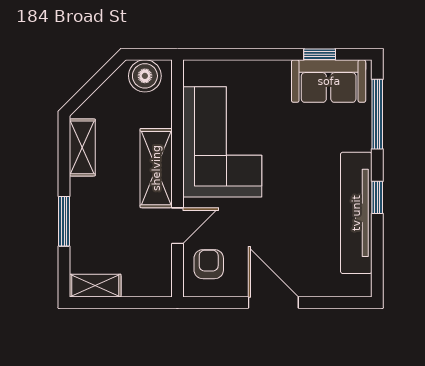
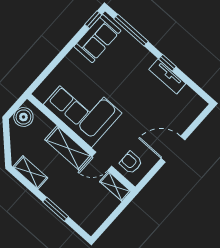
window: (320, 54) -> (93, 20), moved
tv unit: (356, 213) -> (167, 76), width x0.52, depth x0.78
door: (177, 226) -> (102, 161), swing flipped
shelving: (95, 286) -> (115, 187), moved, turned 90

